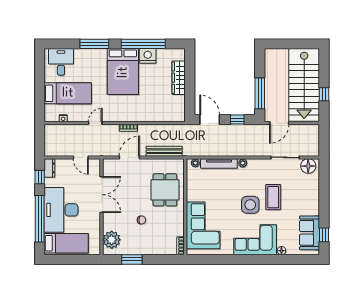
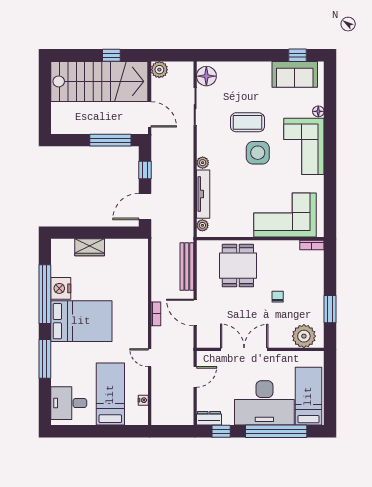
wardrobe: (179, 78) -> (90, 247), width x0.67
plant: (313, 130) -> (159, 70), added
dining table: (165, 190) -> (238, 266), turned 90

